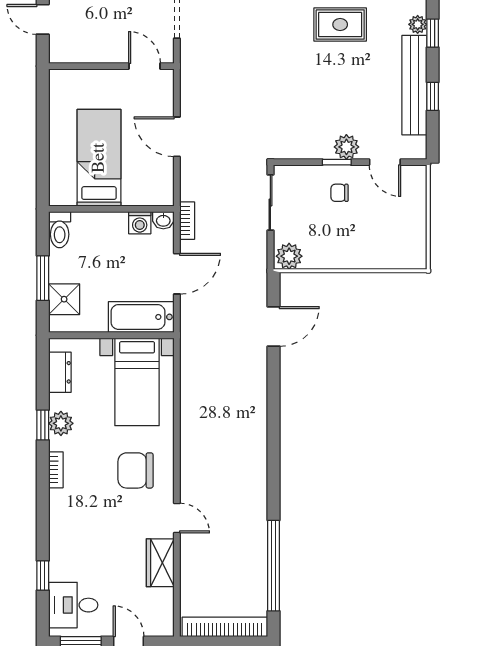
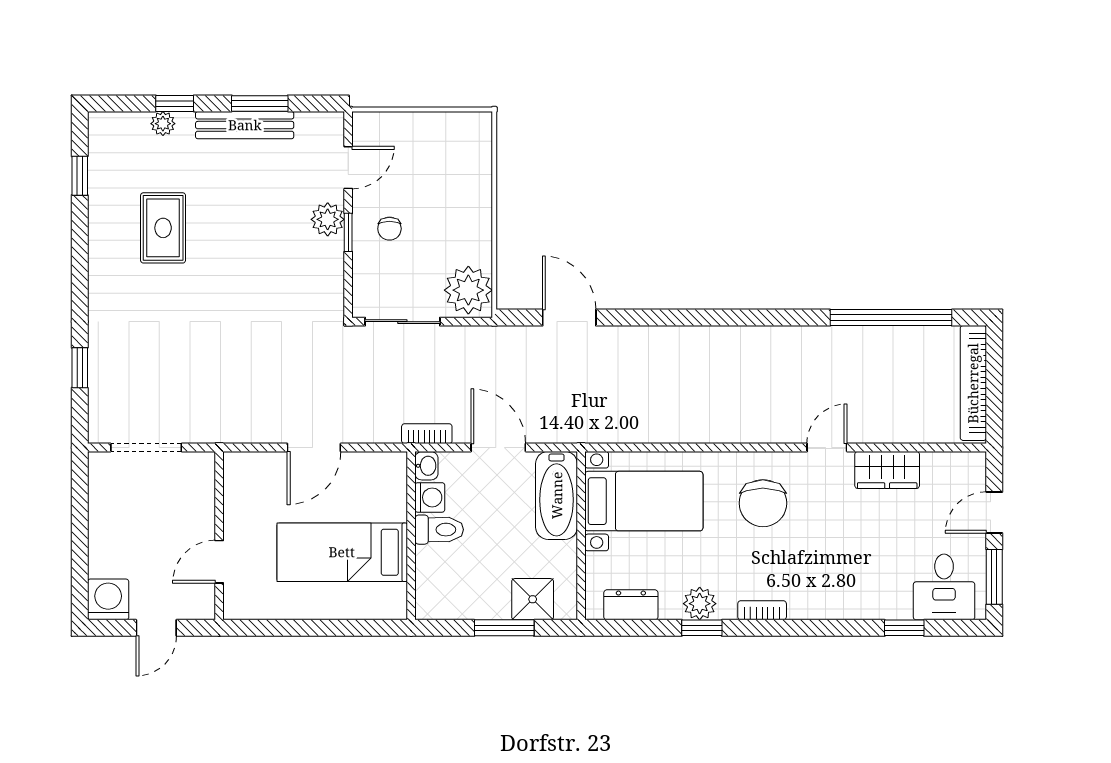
door: (144, 66) -> (219, 562), moved
bench: (414, 85) -> (245, 125), width x0.73, depth x0.82
window: (433, 96) -> (260, 103), width x1.50
toilet: (60, 230) -> (439, 530), moved
plant: (289, 256) -> (468, 290), width x1.36, depth x1.36

